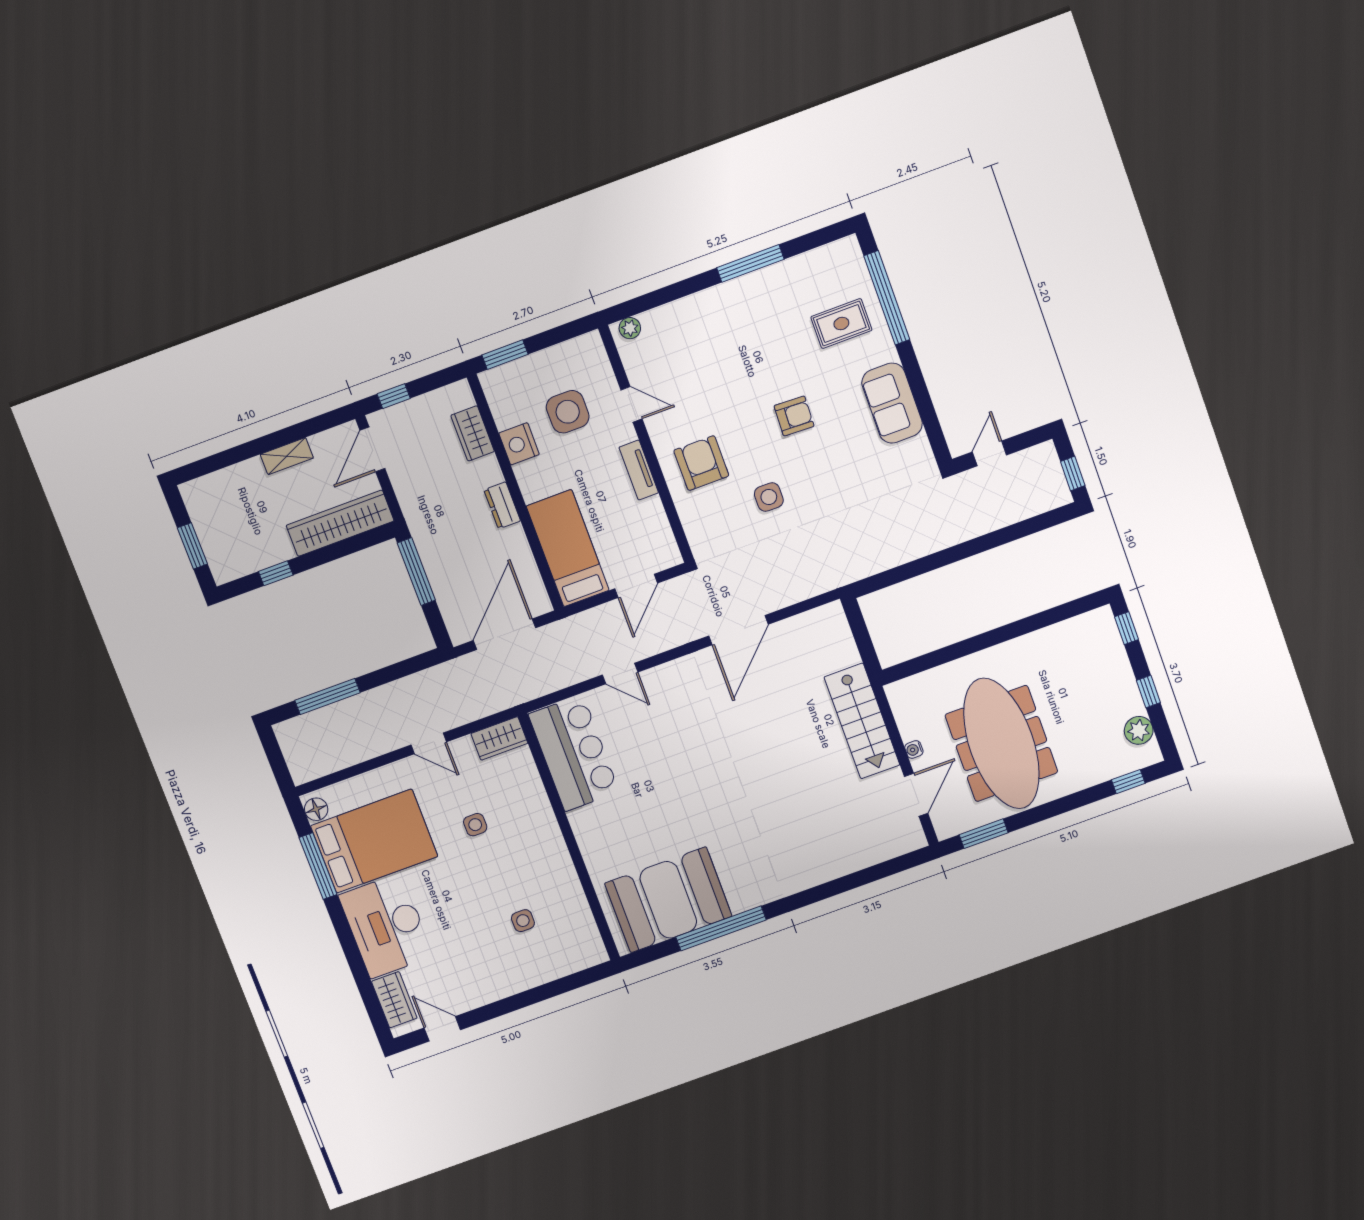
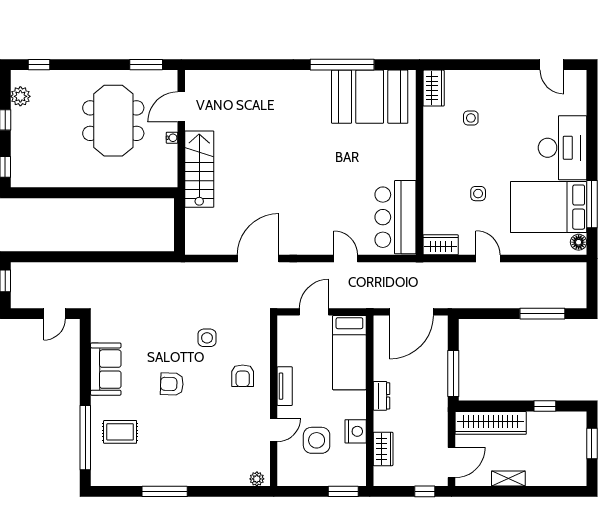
door: (632, 404) -> (274, 430), swing flipped
armchair: (701, 463) -> (243, 376), width x0.72, depth x0.72
meeting table: (1001, 744) -> (113, 121), width x0.73
wardrobe: (394, 1000) -> (434, 88), moved, turned 180

